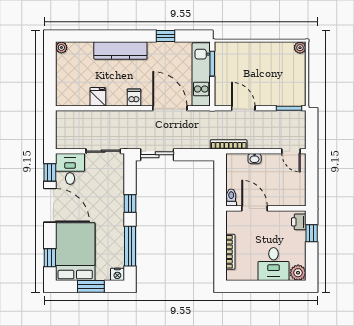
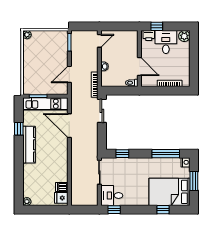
kitchen counter: (120, 51) -> (29, 145), moved
fridge: (98, 97) -> (61, 198), moved
dishwasher: (134, 97) -> (62, 187), moved
door: (170, 108) -> (69, 126), hinge flipped
sliding door: (157, 155) -> (102, 111), moved
window: (130, 203) -> (122, 154), moved
door: (50, 205) -> (137, 210), removed
door: (255, 208) -> (139, 66), swing flipped
window: (50, 258) -> (163, 210), moved
desk: (274, 264) -> (166, 42), moved, turned -90

